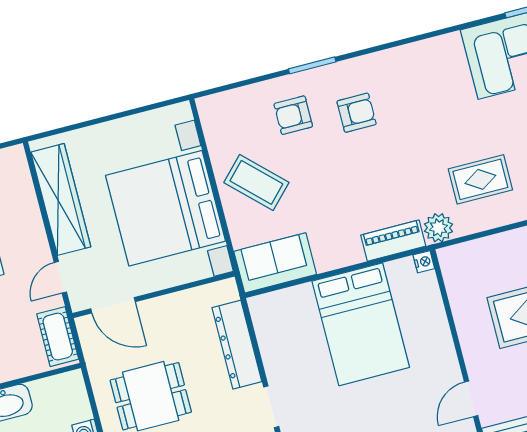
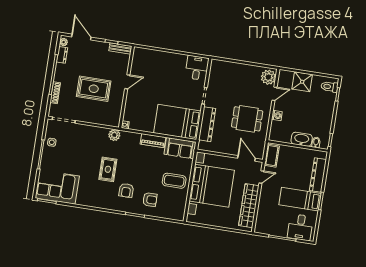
armchair: (357, 113) -> (126, 190), turned -90
rug: (480, 179) -> (108, 169), moved, turned 90
coffee table: (256, 182) -> (174, 181), turned -44
piano: (393, 241) -> (153, 141), moved
bed: (361, 324) -> (177, 122), moved, turned -90
door: (471, 399) -> (127, 82), moved

